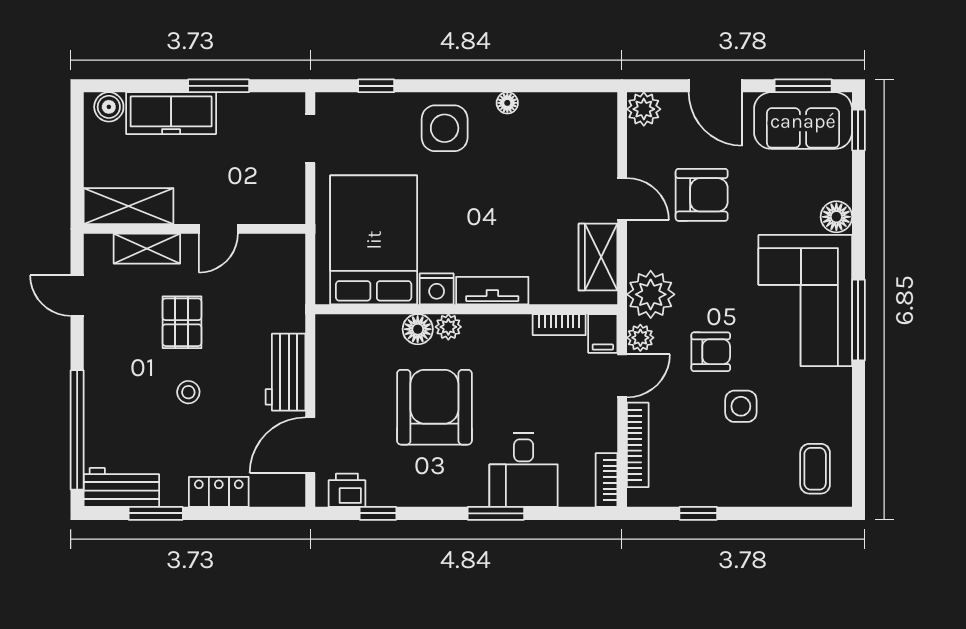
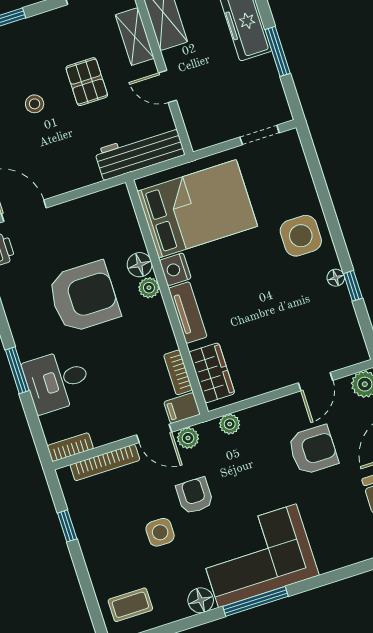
window: (376, 86) -> (353, 286), moved
armchair: (702, 195) -> (313, 450), turned -90
door: (622, 199) -> (315, 382), moved
floor lamp: (836, 217) -> (201, 600), moved
wardrobe: (598, 257) -> (212, 373), moved, turned 90
plant: (651, 294) -> (230, 424), width x0.53, depth x0.53
pallet: (182, 322) -> (87, 82), turned 90
armchair: (711, 352) -> (195, 496), turned 180
workbench: (286, 372) -> (140, 153), moved, width x1.38

